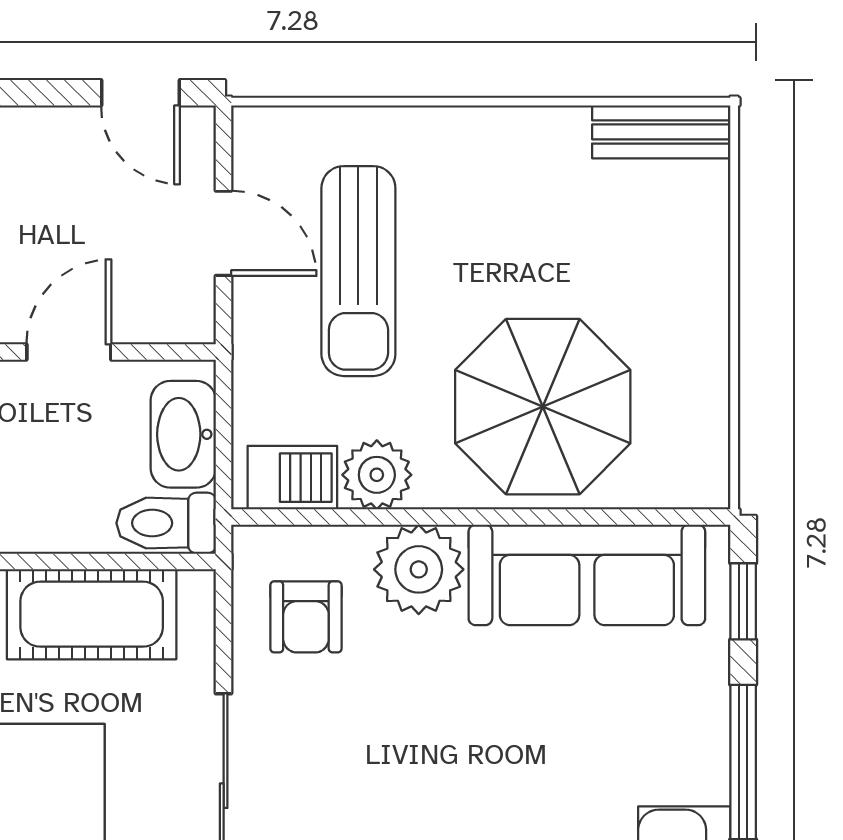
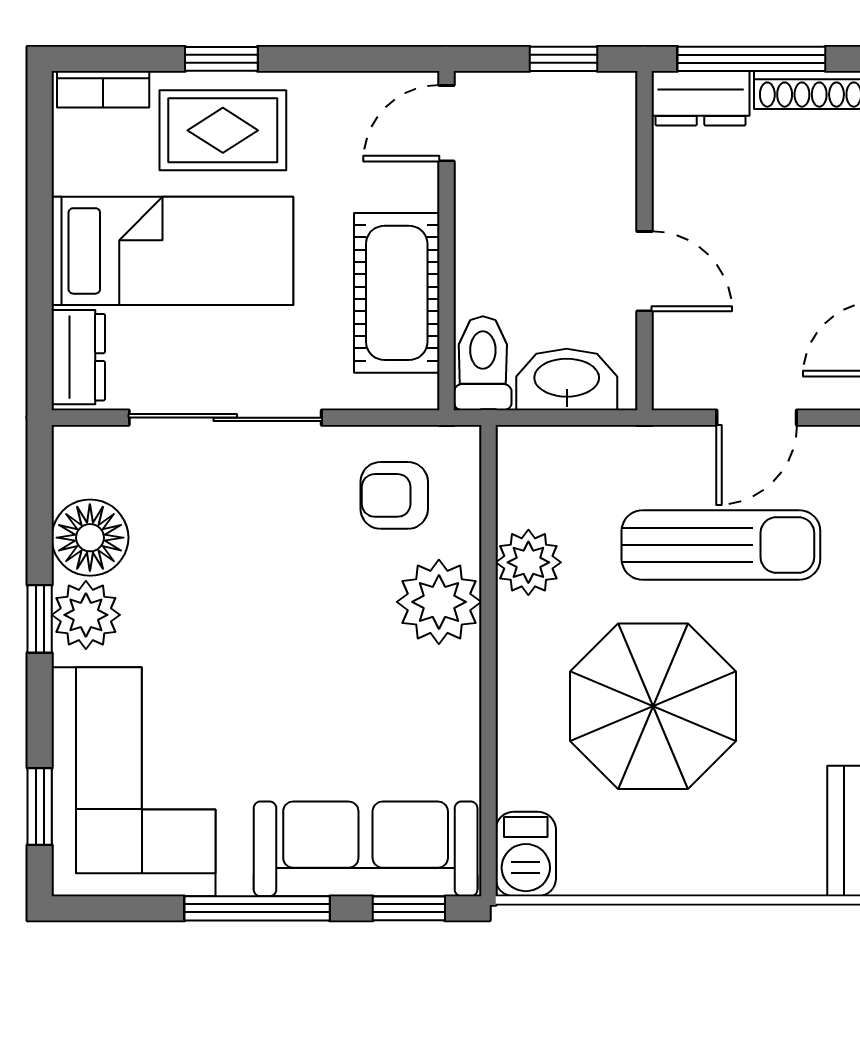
sun lounger: (358, 271) -> (721, 545), turned 180
parasol: (543, 407) -> (653, 706), moved
barbecue: (292, 478) -> (526, 854), moved
sofa: (587, 575) -> (366, 849), moved, turned 90

